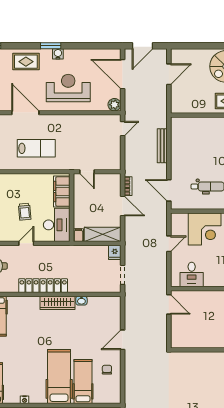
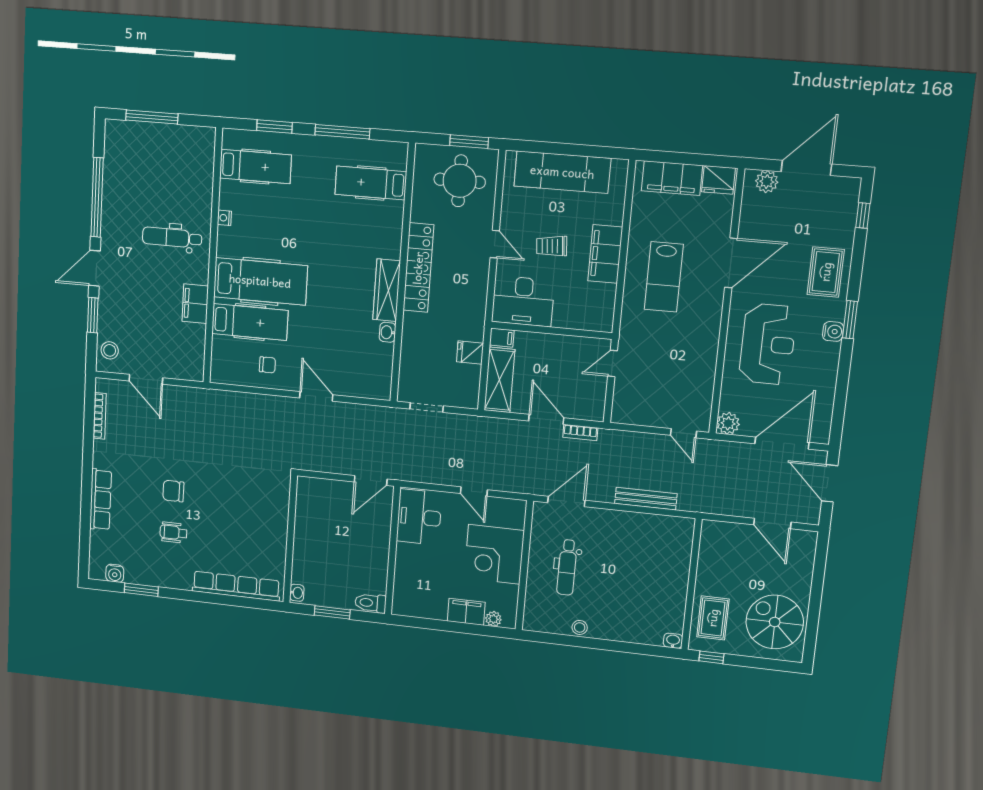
filing cabinet: (62, 192) -> (605, 254), moved, turned -90
door: (123, 206) -> (546, 419), swing flipped
fridge: (115, 252) -> (470, 353), moved
desk: (192, 274) -> (419, 517), width x1.37

